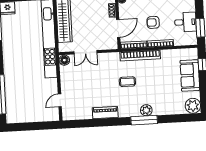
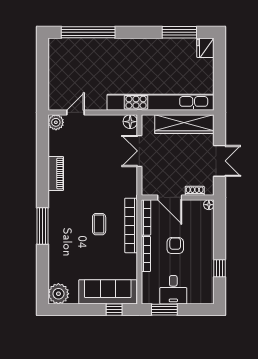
sofa: (190, 75) -> (108, 292), width x1.36
coffee table: (127, 82) -> (99, 224), moved
door: (60, 100) -> (76, 112), hinge flipped
plant: (146, 110) -> (56, 122), moved

